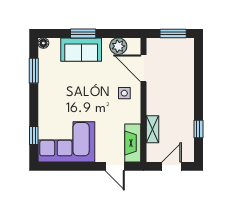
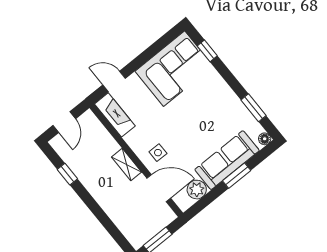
sofa: (81, 50) -> (227, 160), width x1.36
shelving: (153, 129) -> (126, 165), moved

